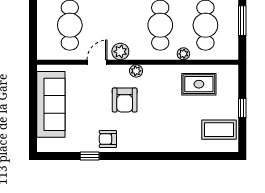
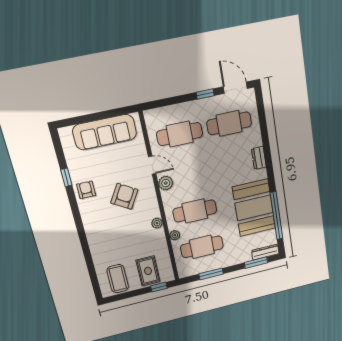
plant: (136, 71) -> (157, 223), moved
rug: (199, 84) -> (148, 271), moved
armchair: (125, 100) -> (124, 196), turned 121
window: (242, 108) -> (159, 287), moved

